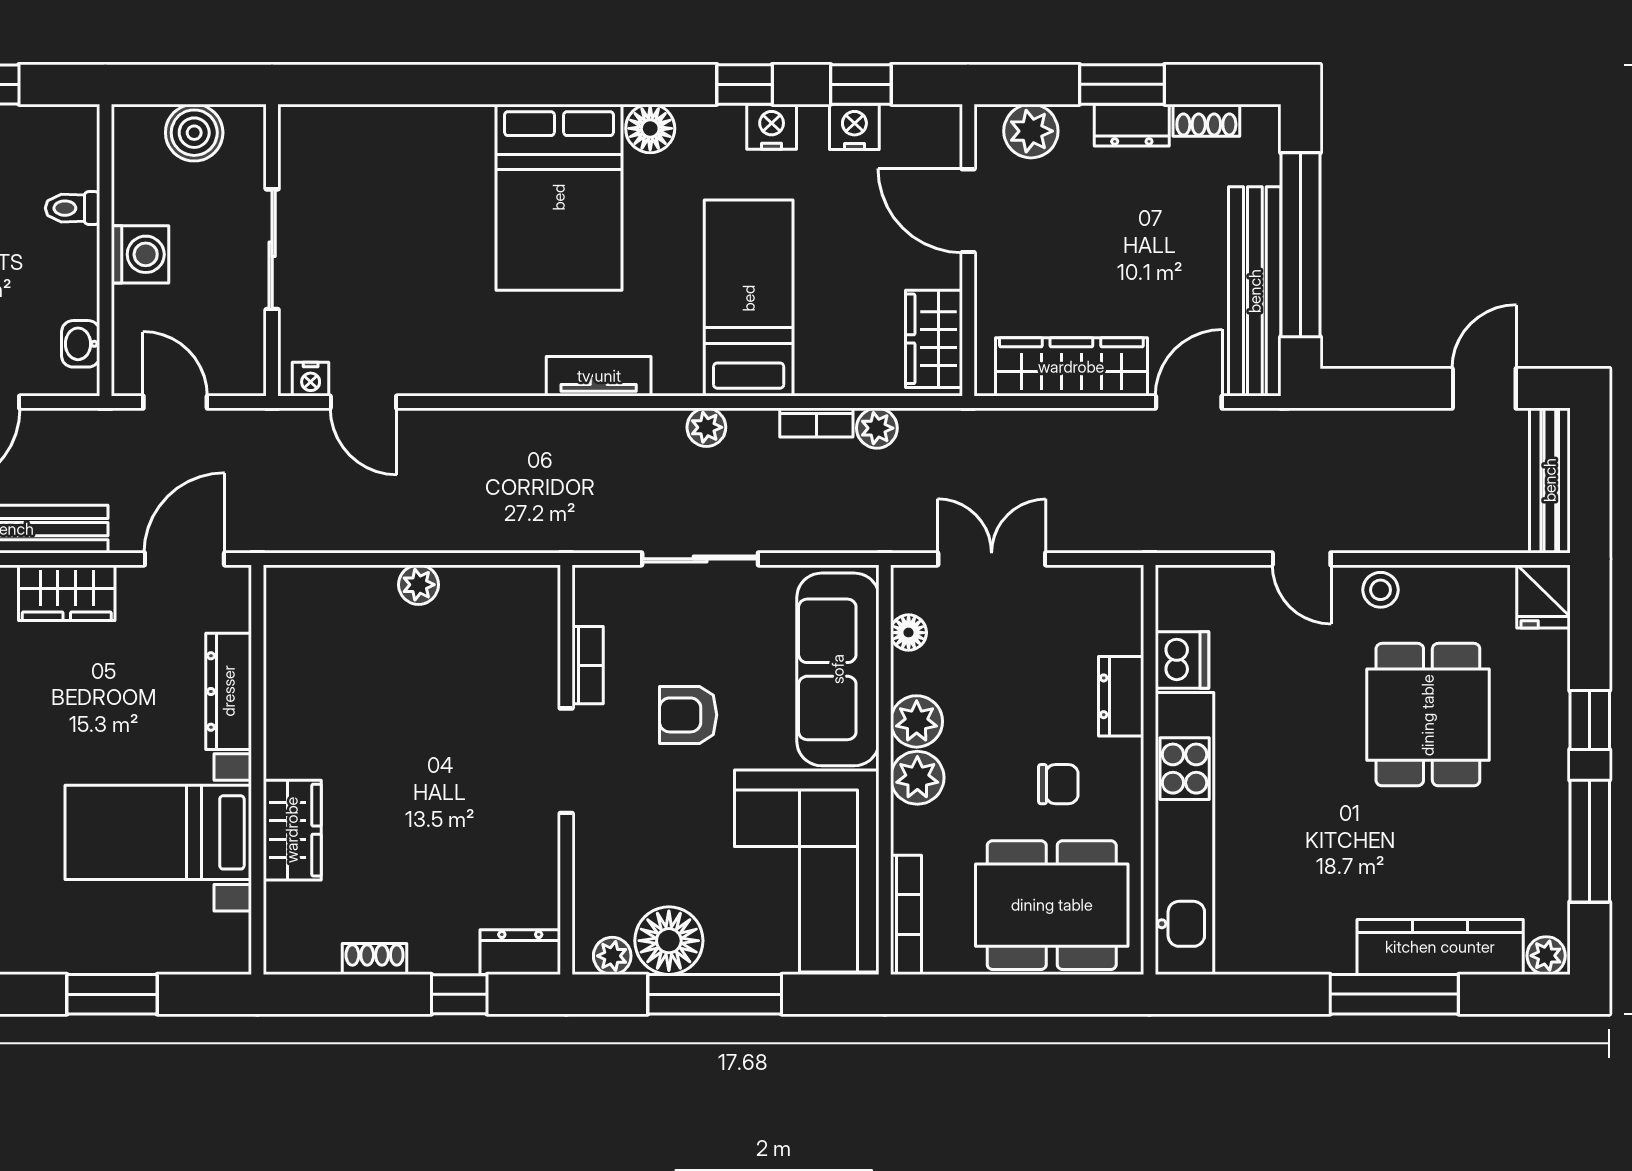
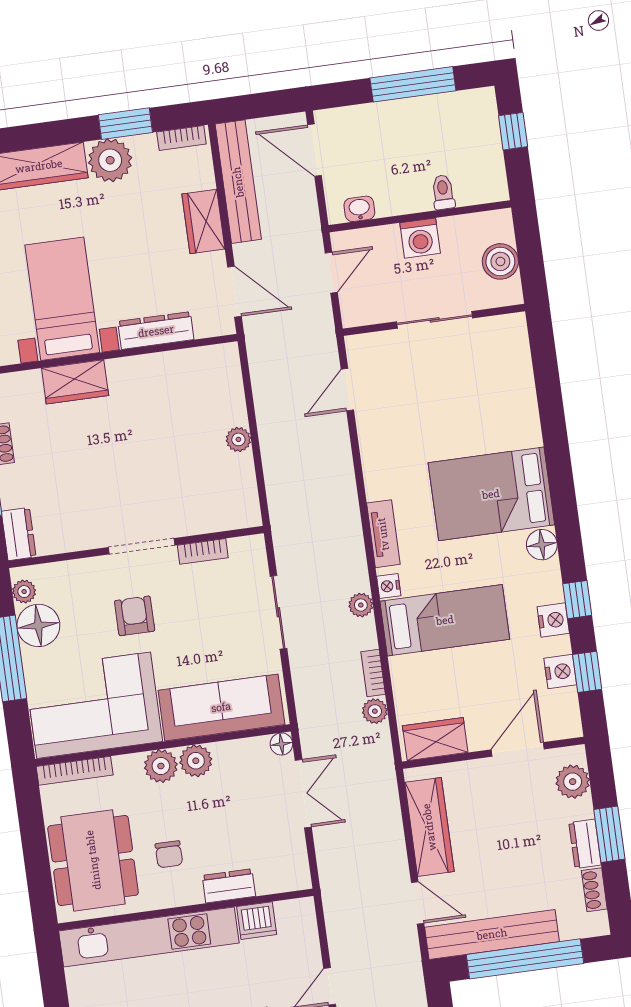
nightstand: (311, 379) -> (389, 586), moved
floor lamp: (909, 633) -> (281, 744), moved
armchair: (688, 715) -> (135, 616), moved

